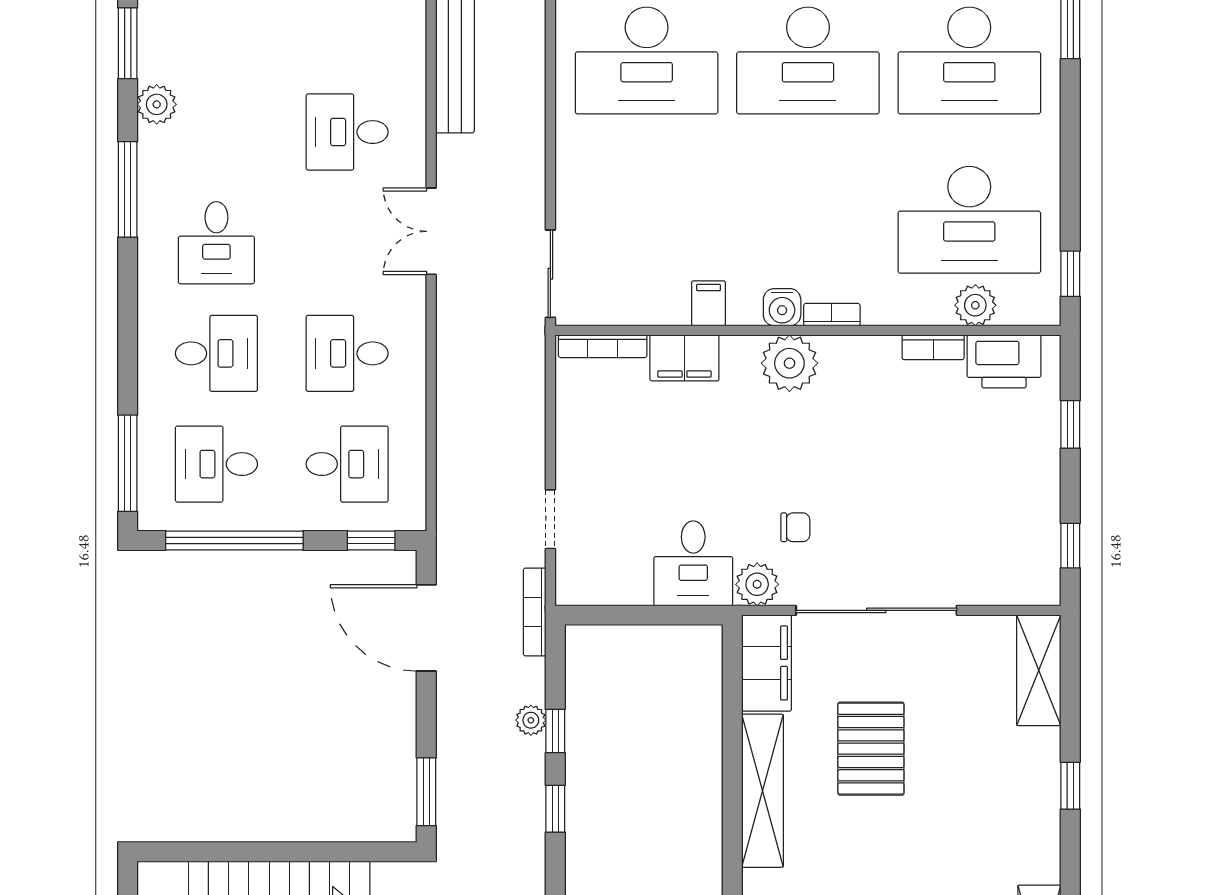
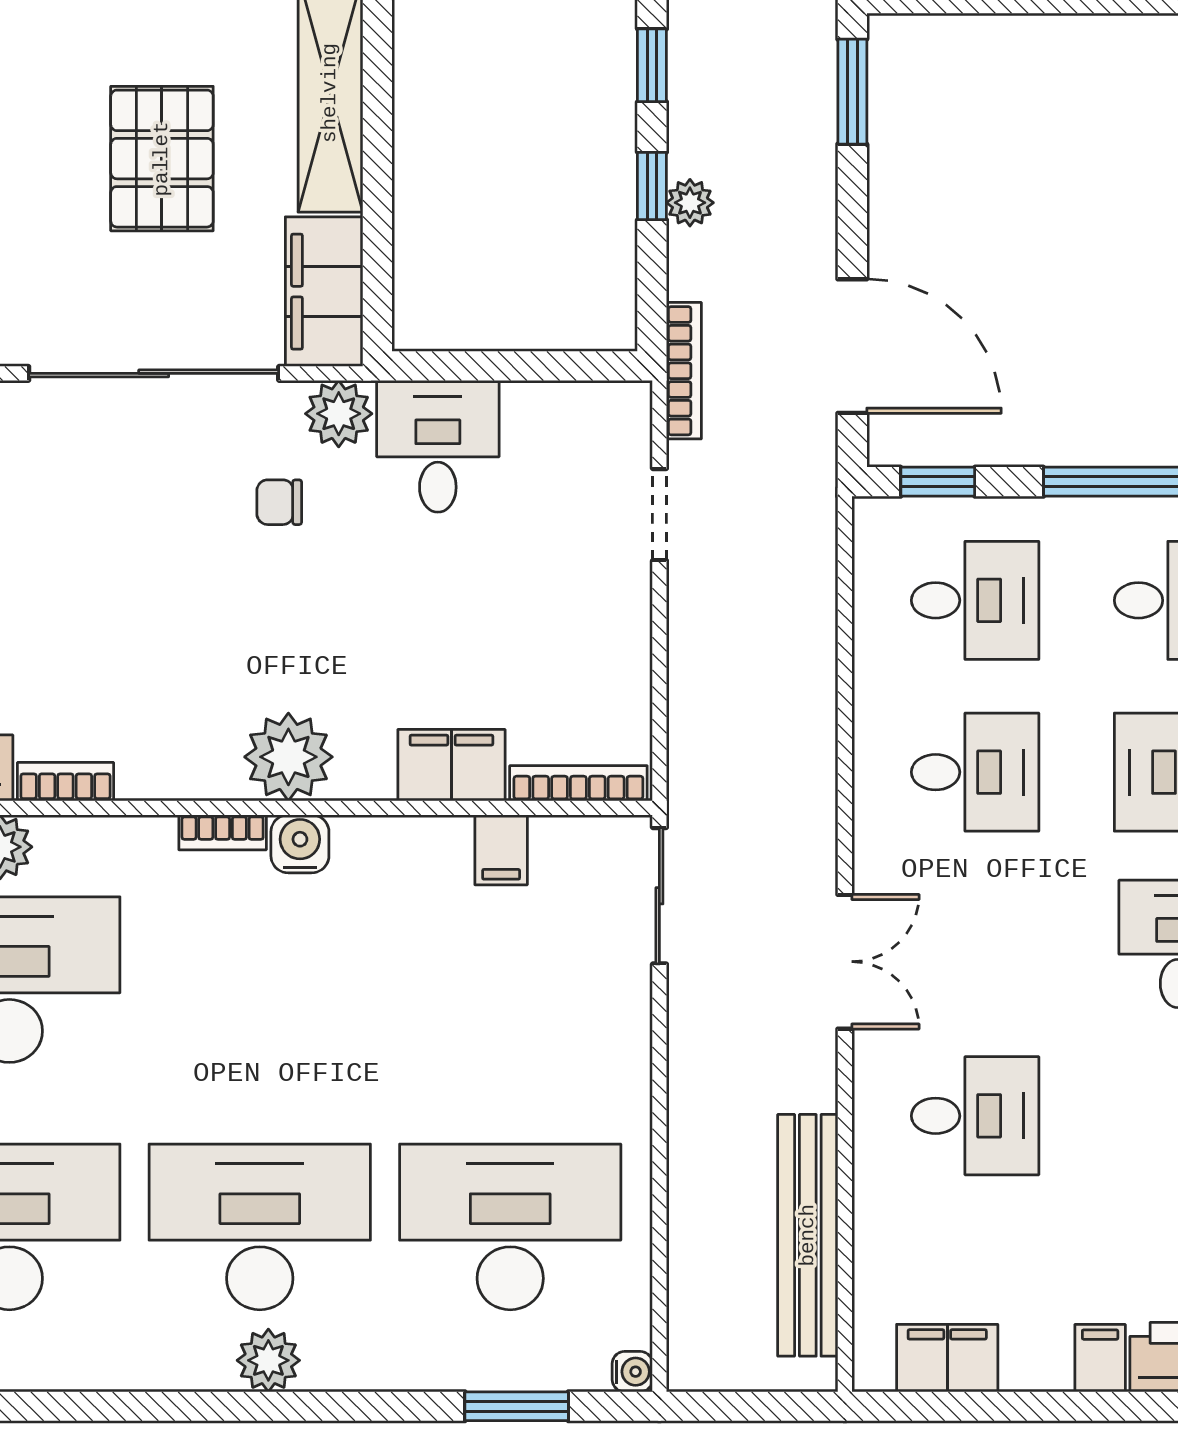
filing cabinet: (709, 303) -> (501, 850), moved
desk: (347, 464) -> (975, 600), turned 180

